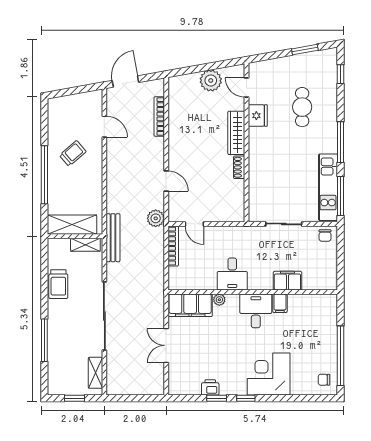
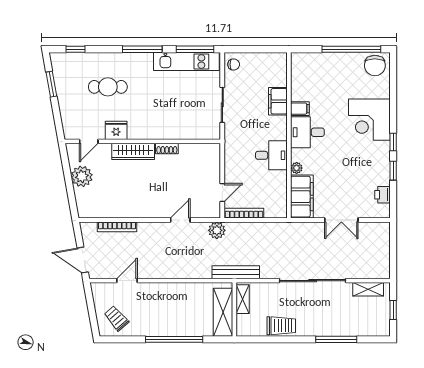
trolley: (73, 153) -> (116, 318), moved
chair: (324, 380) -> (375, 66), width x1.87, depth x1.87
printer: (210, 387) -> (382, 195), moved

